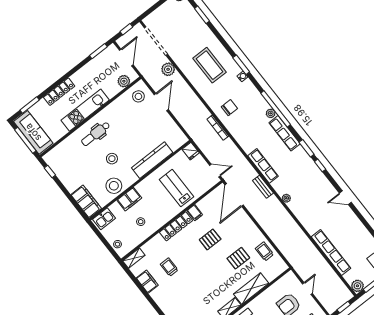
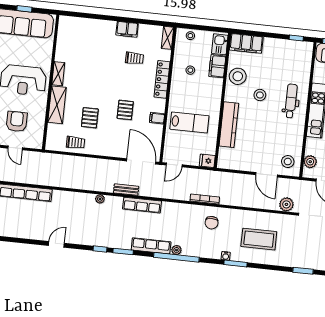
filing cabinet: (129, 199) -> (217, 66), moved
locker: (176, 226) -> (162, 79), moved
filing cabinet: (147, 282) -> (127, 29), moved

